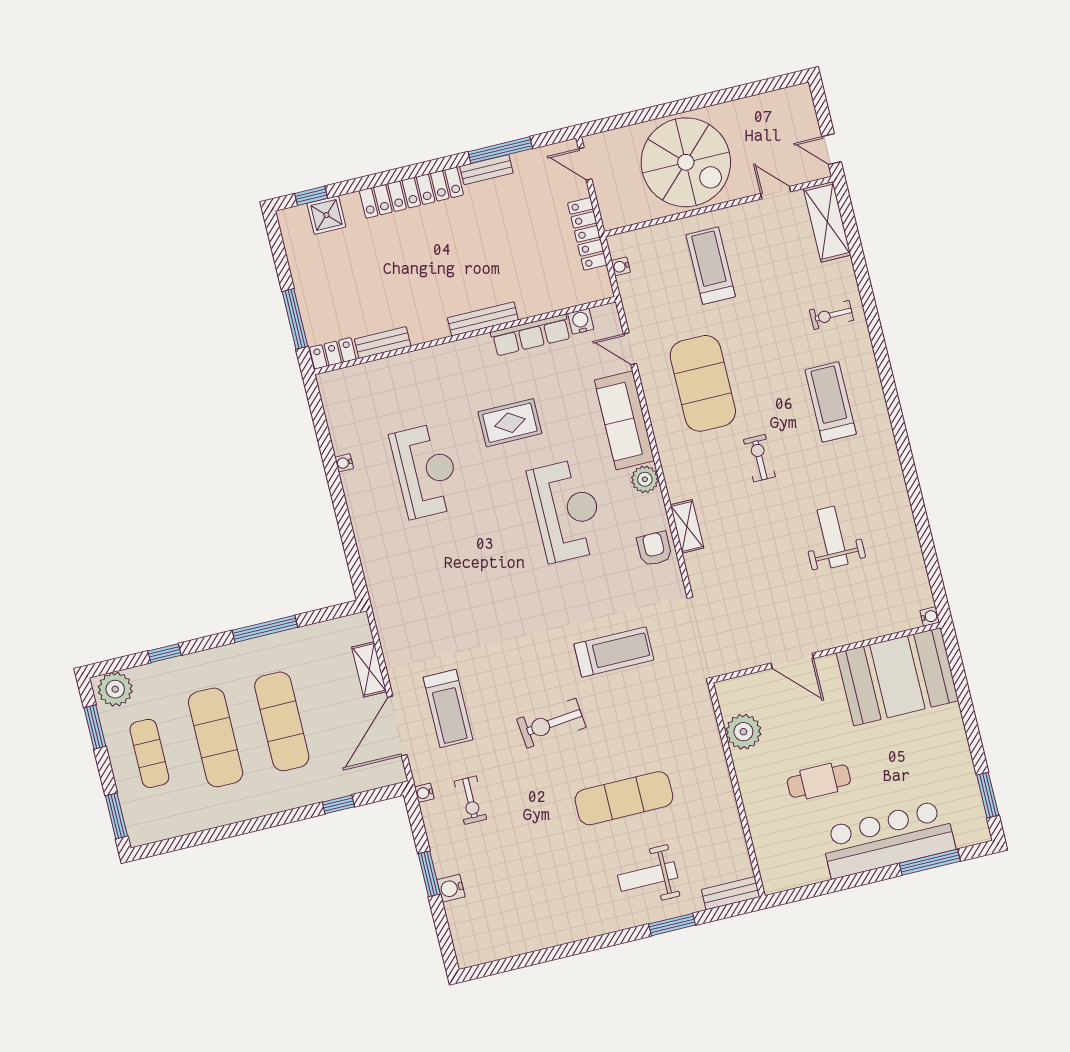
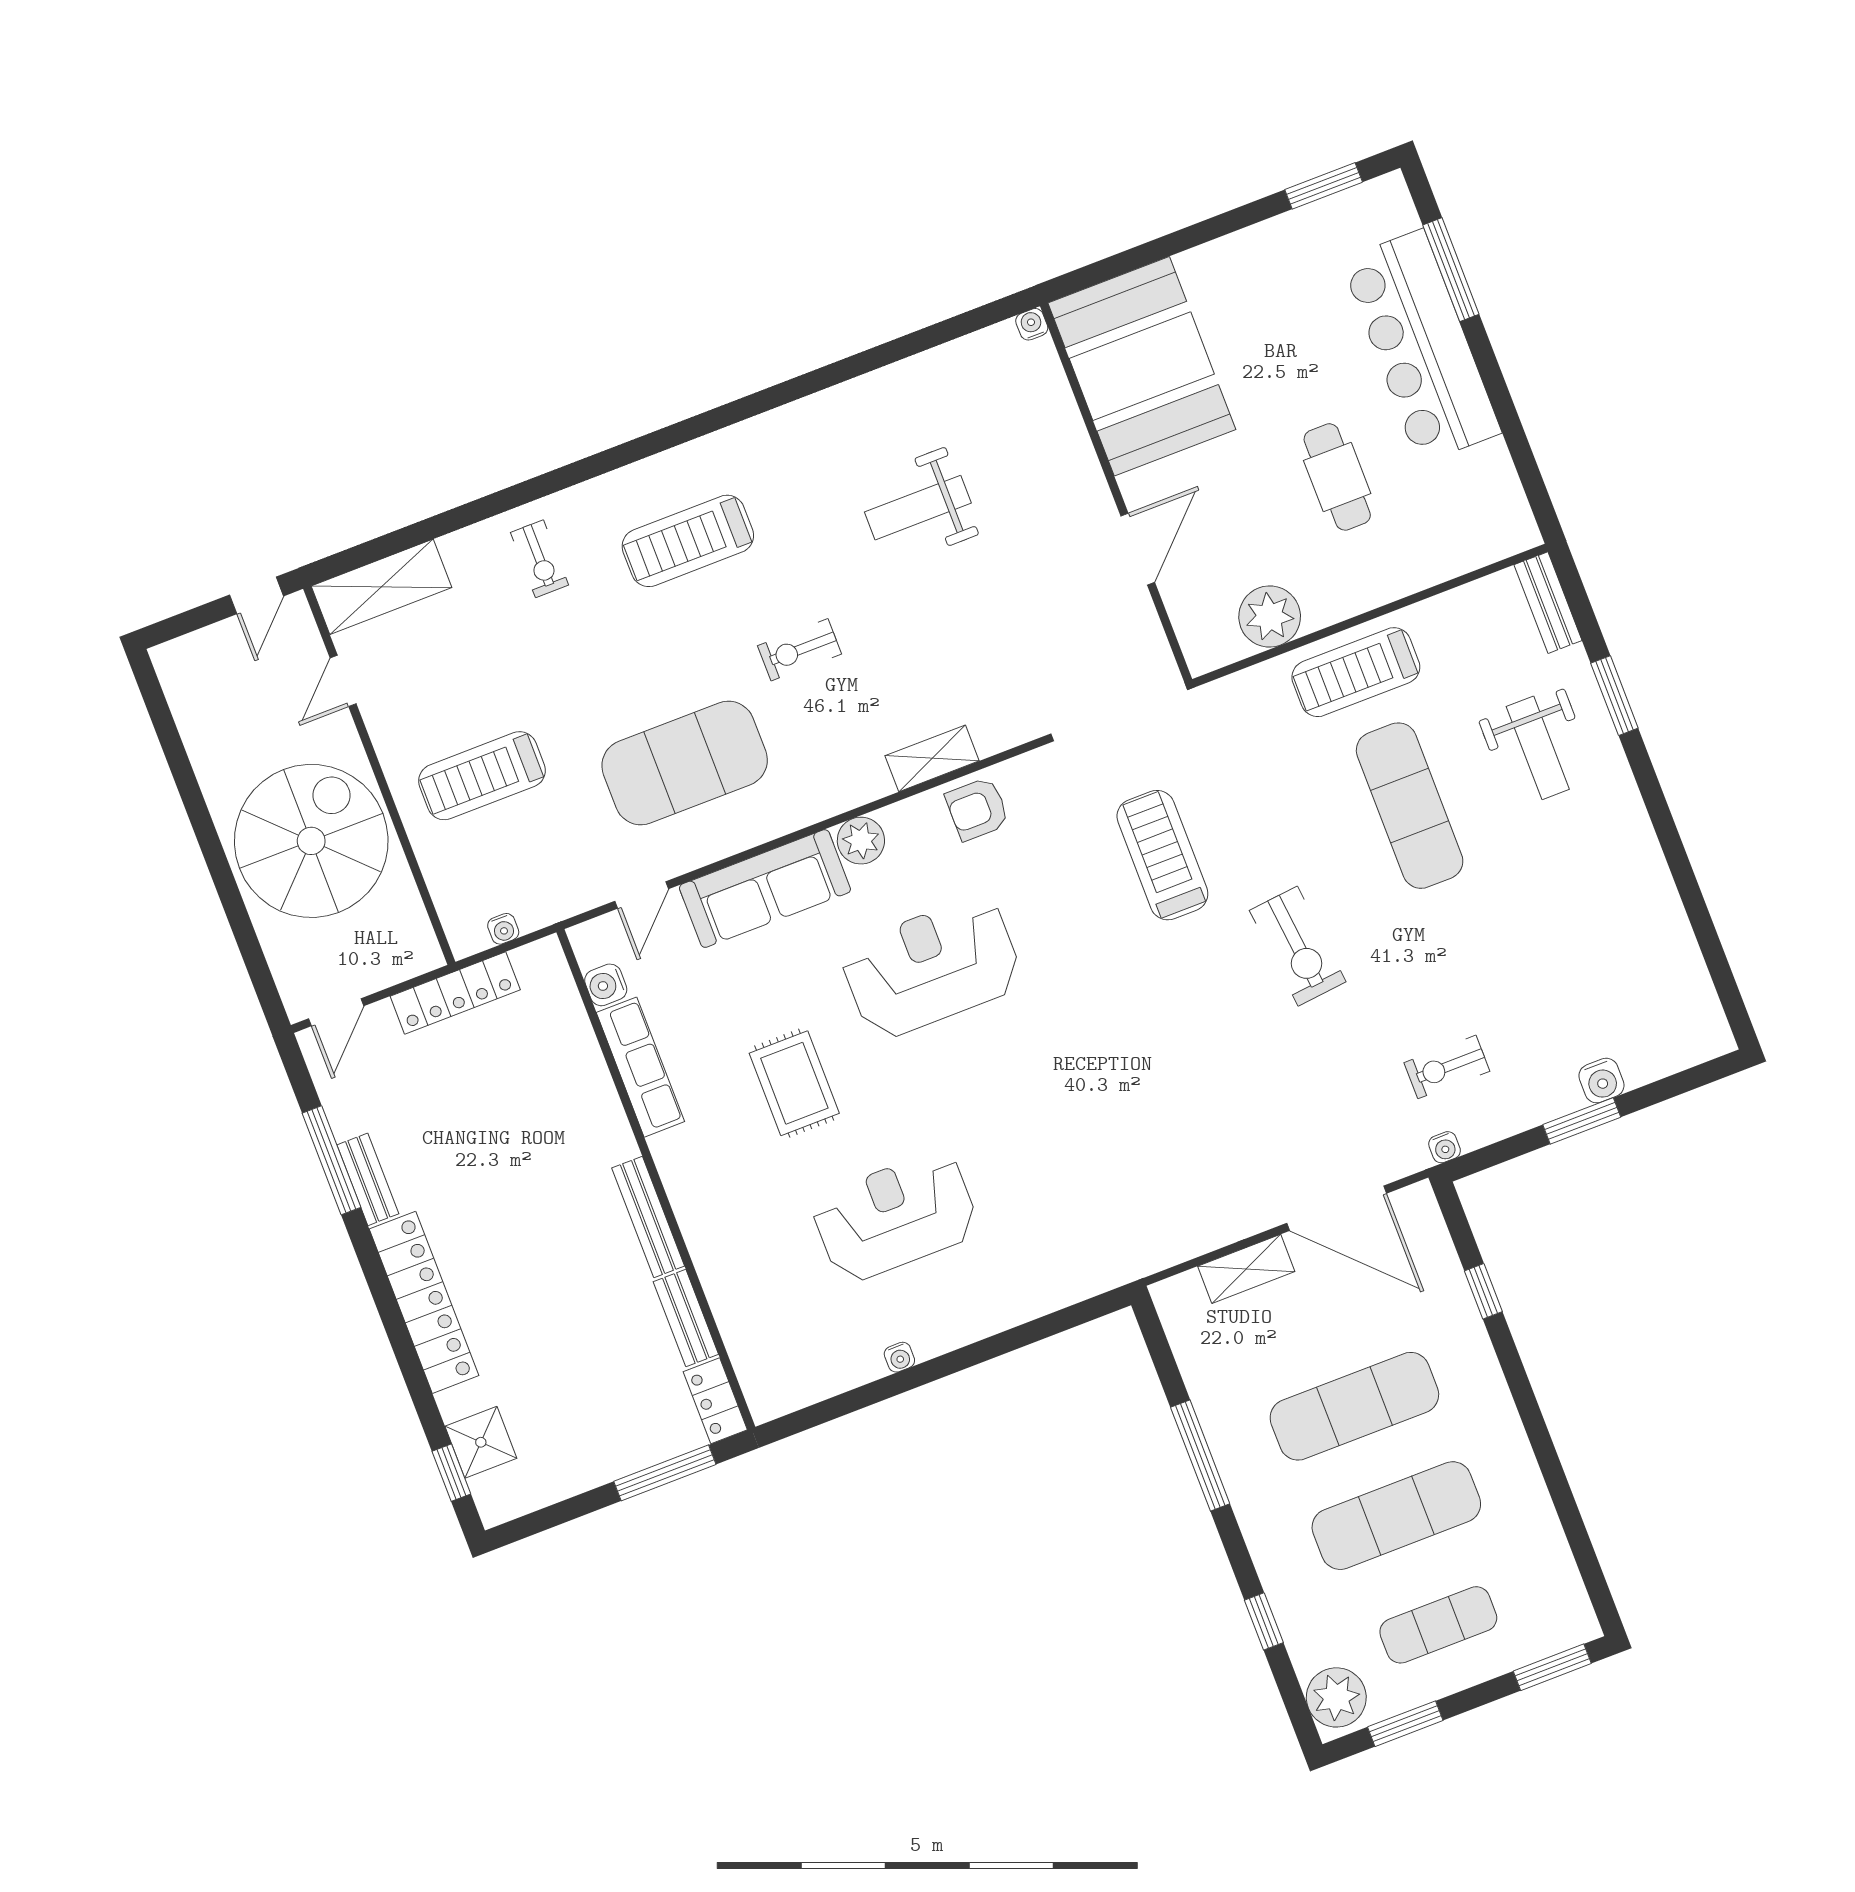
bench: (483, 319) -> (648, 1217), moved
treadmill: (448, 708) -> (1356, 672), moved, turned 180
exercise bike: (470, 800) -> (1447, 1067), turned 180

